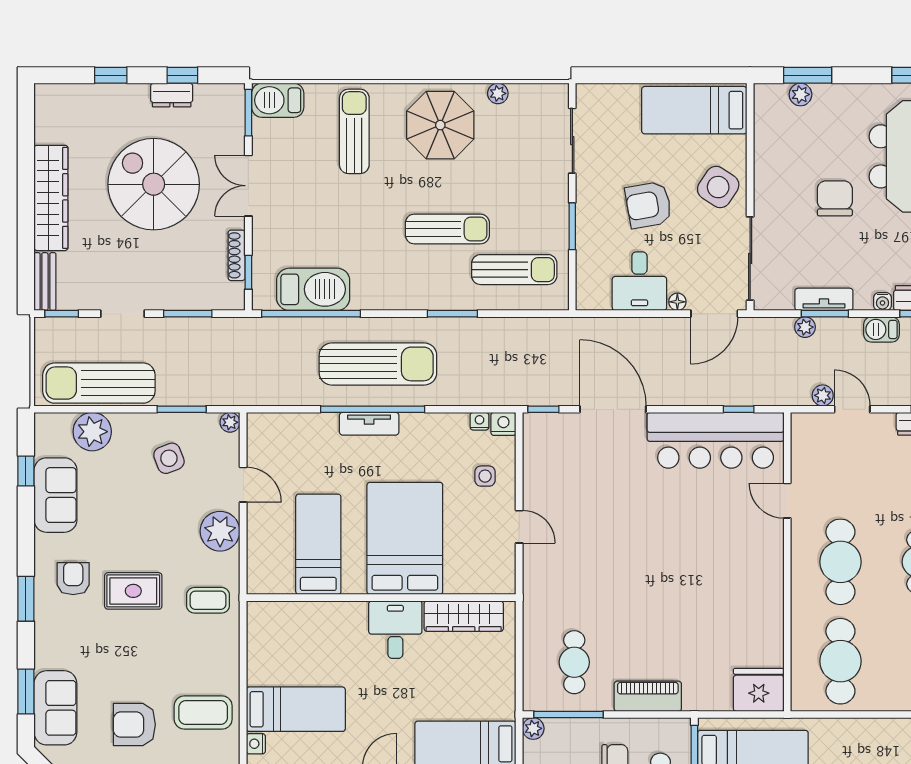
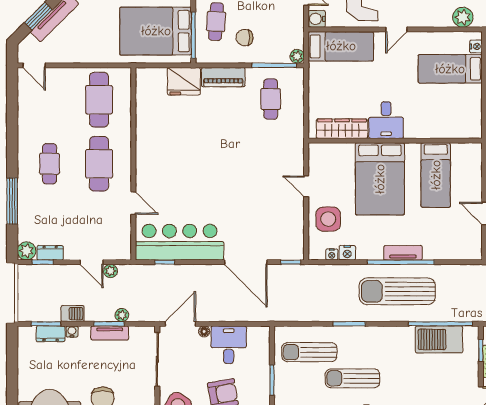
nightstand: (503, 424) -> (347, 253), moved
side table: (485, 476) -> (328, 219), width x1.87, depth x1.87
fridge: (759, 690) -> (184, 81), moved

